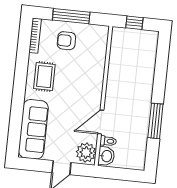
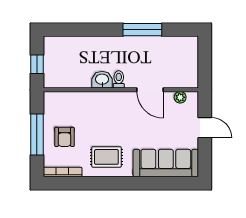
toilet: (108, 141) -> (119, 79), moved
plant: (86, 153) -> (180, 97), width x0.53, depth x0.53
washbasin: (106, 156) -> (102, 80), moved

